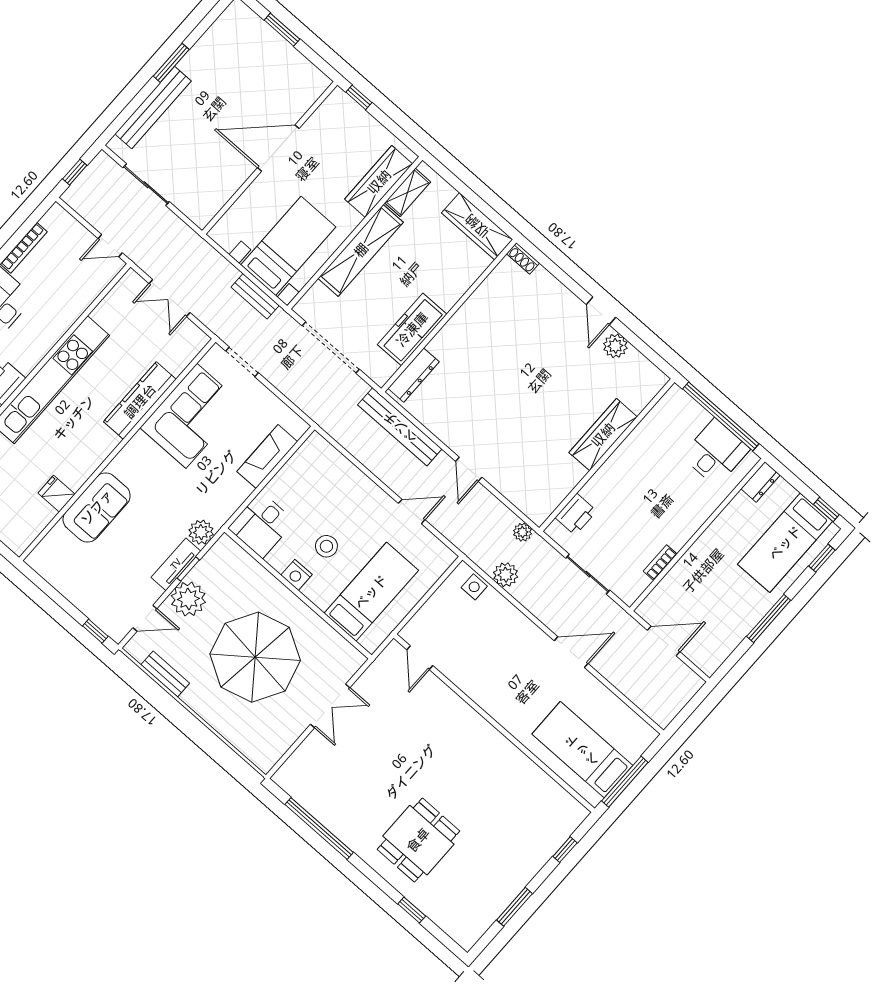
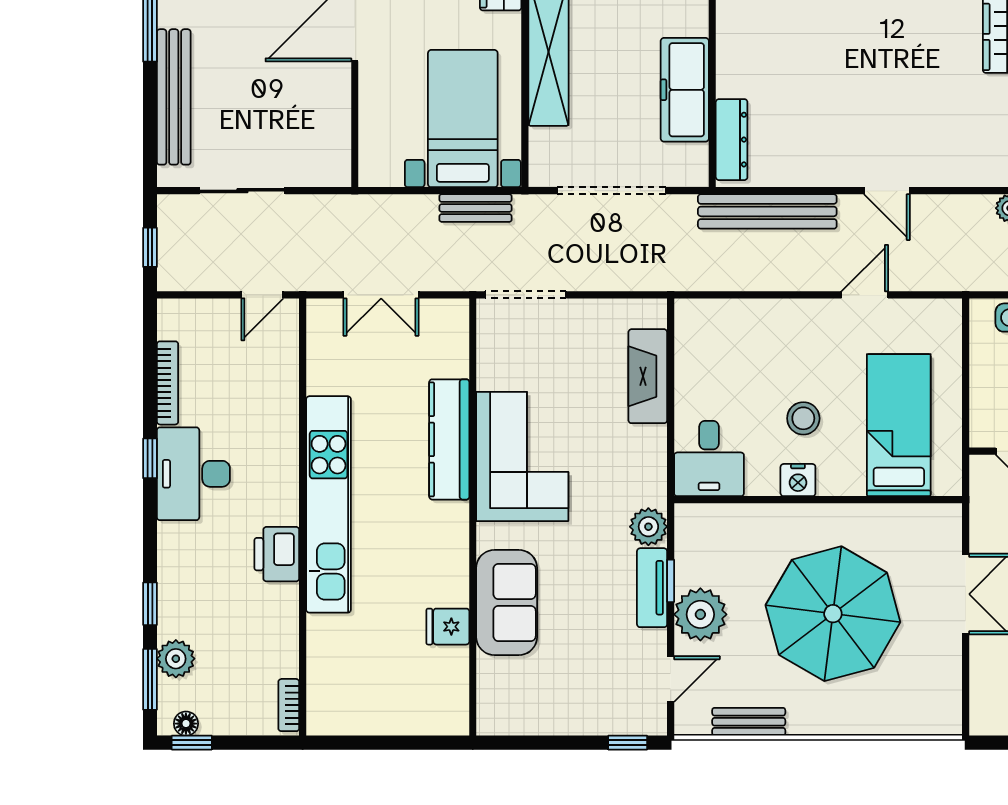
doorway: (242, 362) -> (526, 295), width x1.38
corner sofa: (191, 416) -> (522, 456), moved

